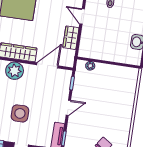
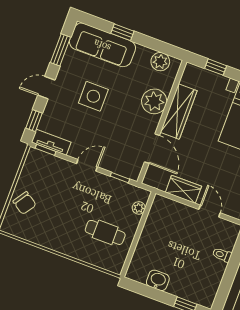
door: (82, 16) -> (210, 211), hinge flipped
cafe table: (112, 85) -> (105, 232), added
door: (68, 108) -> (87, 165), swing flipped

